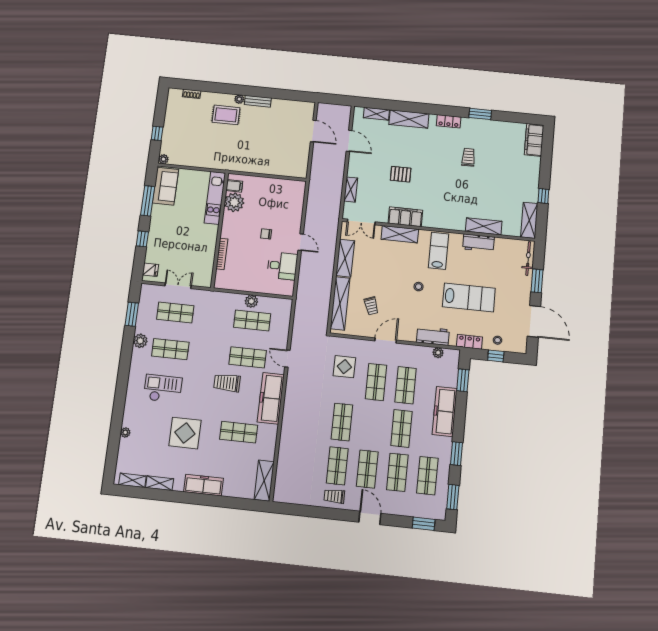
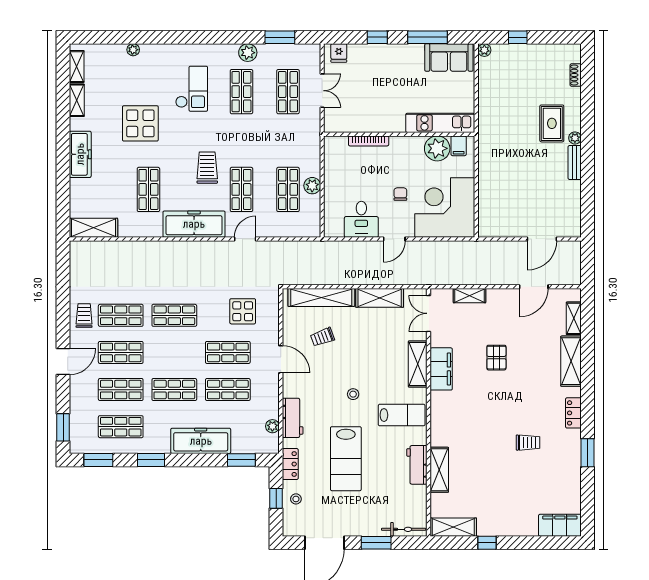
corner desk: (281, 201) -> (445, 208), added

